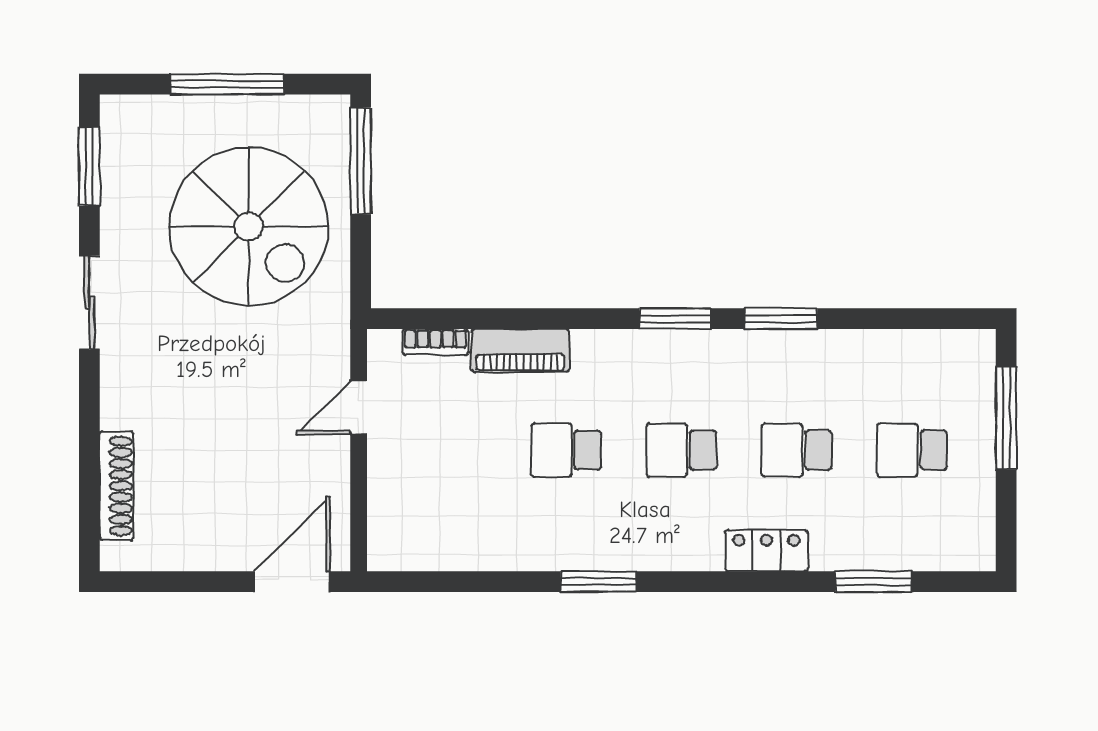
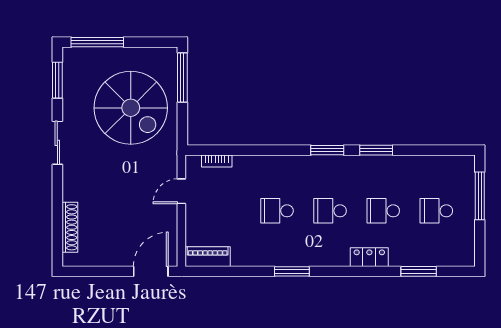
window: (227, 84) -> (97, 42), moved
piano: (520, 351) -> (208, 257), moved, turned 180

